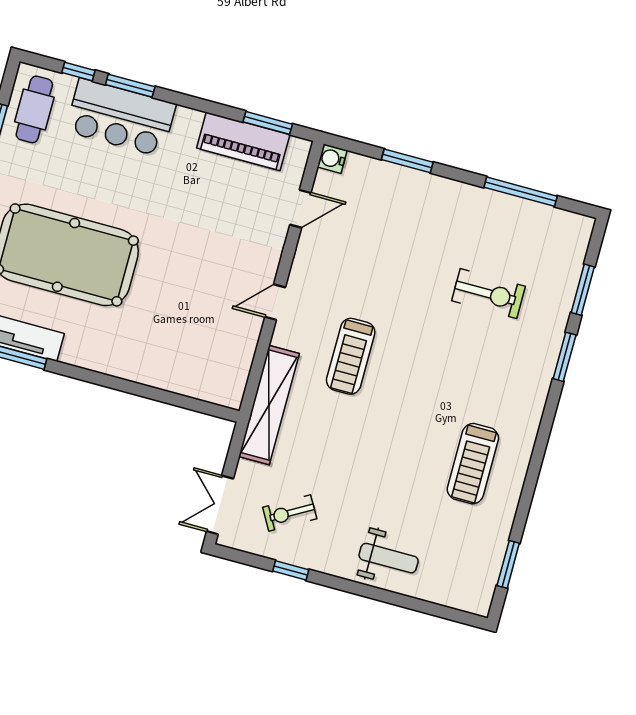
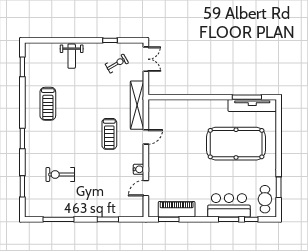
water cooler: (332, 159) -> (139, 169), moved
door: (275, 302) -> (146, 137), moved
treadmill: (351, 356) -> (109, 134), turned 180
window: (565, 357) -> (22, 139), moved
treadmill: (473, 464) -> (48, 104), turned 180
weight bench: (389, 558) -> (72, 56), turned -90

